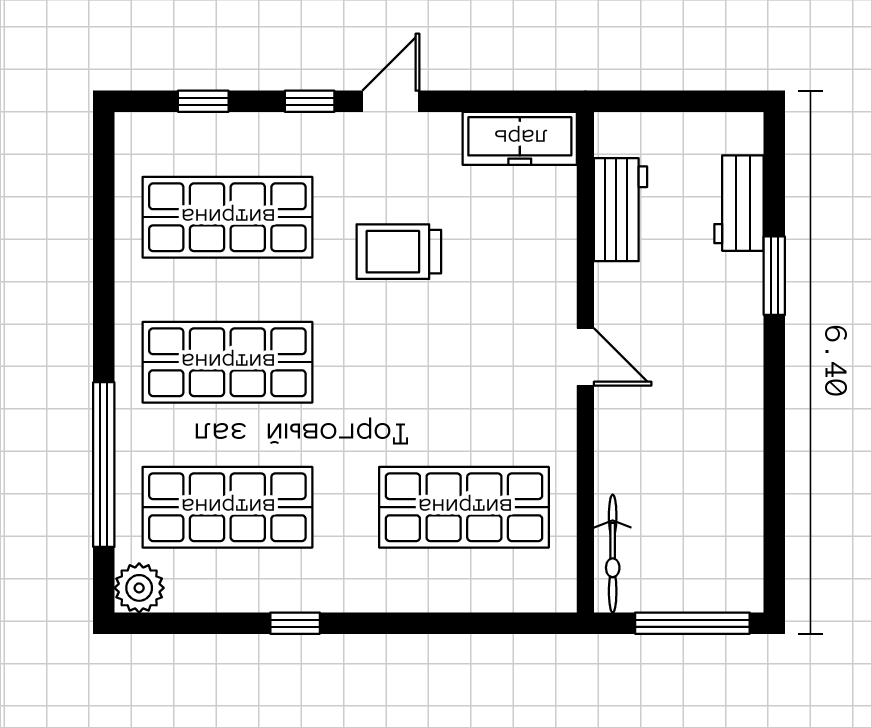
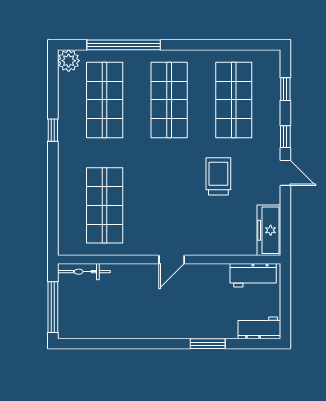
workbench: (739, 203) -> (259, 328), moved
workbench: (621, 210) -> (253, 275), moved

